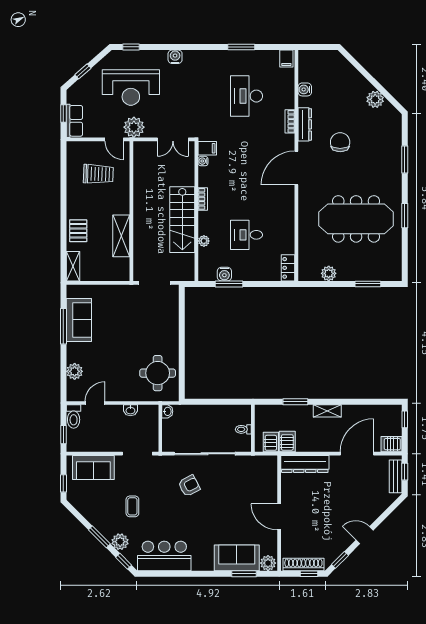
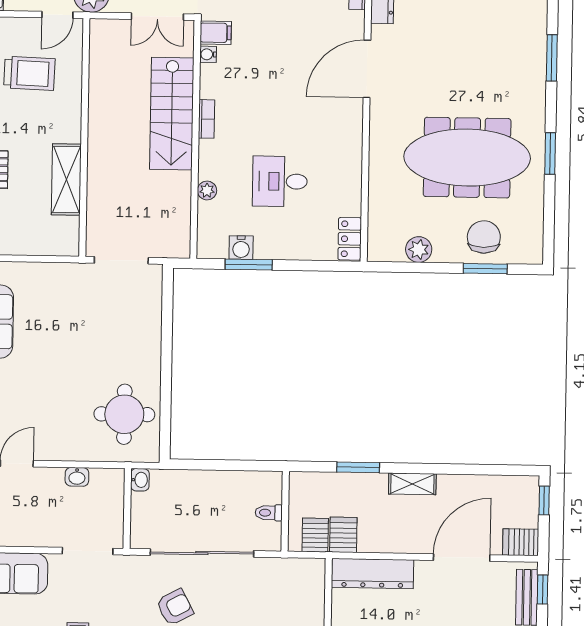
door: (114, 139) -> (57, 15), hinge flipped
chair: (340, 142) -> (484, 237), moved
stairs: (182, 220) -> (172, 114), moved

